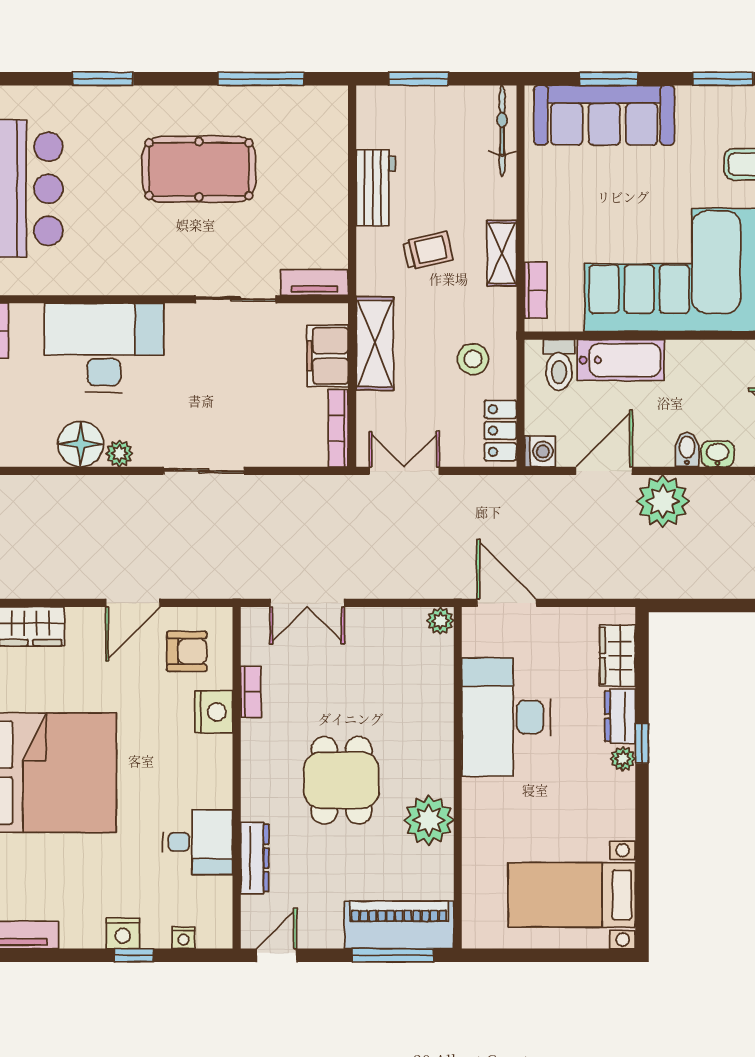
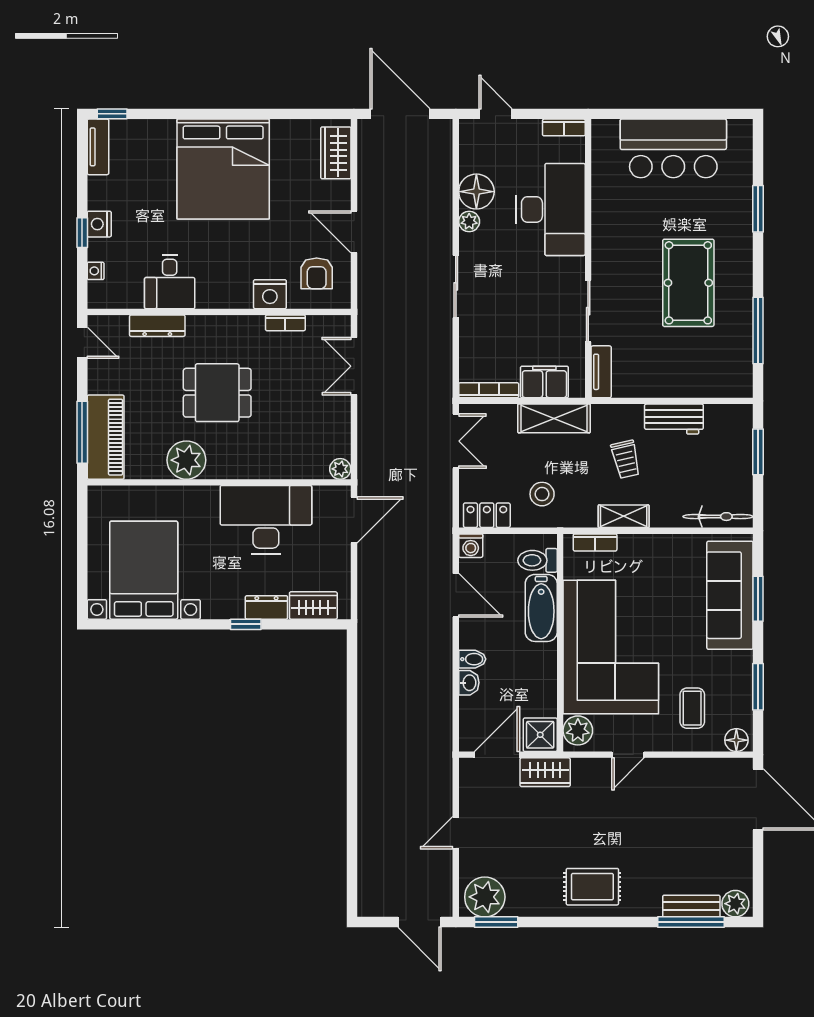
plant: (663, 501) -> (432, 640), removed
plant: (623, 759) -> (234, 610), removed
bed with nightstands: (572, 895) -> (144, 570), width x1.36

